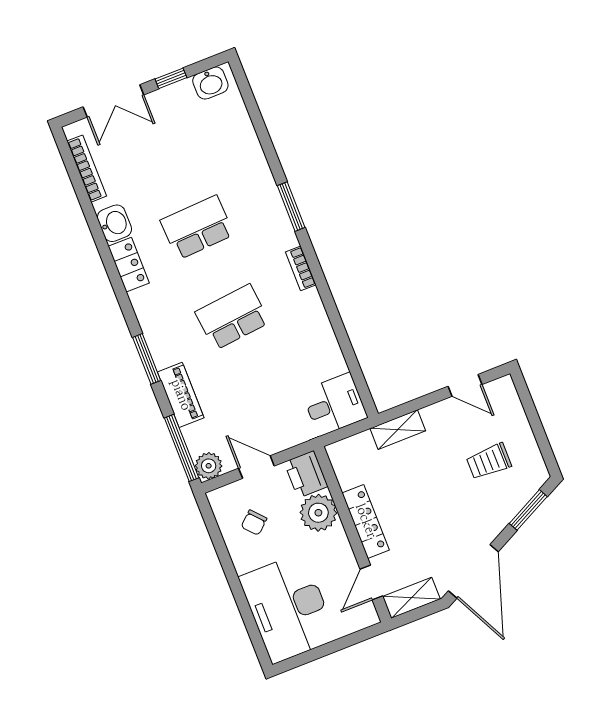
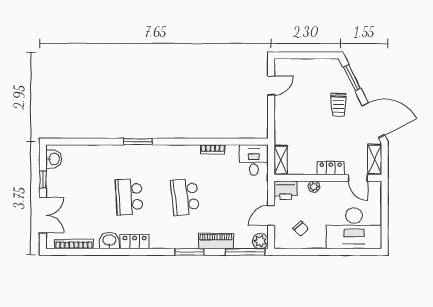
bookcase: (301, 268) -> (213, 149), moved
shelving: (398, 430) -> (281, 160), moved
trolley: (489, 461) -> (339, 105), moved
plant: (318, 513) -> (314, 187), width x0.53, depth x0.53
locker: (366, 521) -> (331, 168), width x0.66

